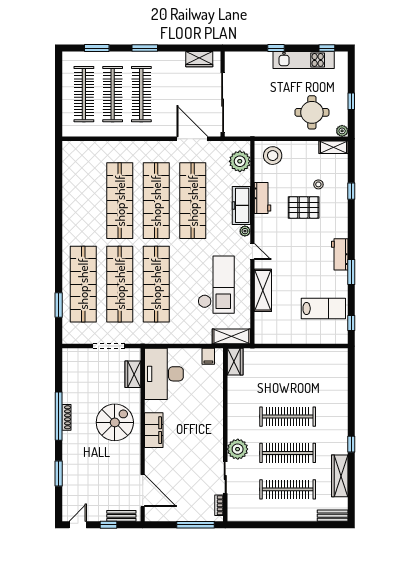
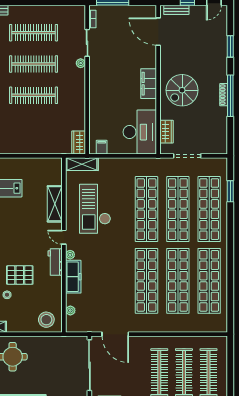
plant: (240, 161) -> (70, 311), width x0.53, depth x0.53
workbench: (262, 198) -> (55, 262), moved
shop shelf: (193, 201) -> (209, 281), moved
plant: (238, 449) -> (81, 63), width x0.53, depth x0.53

